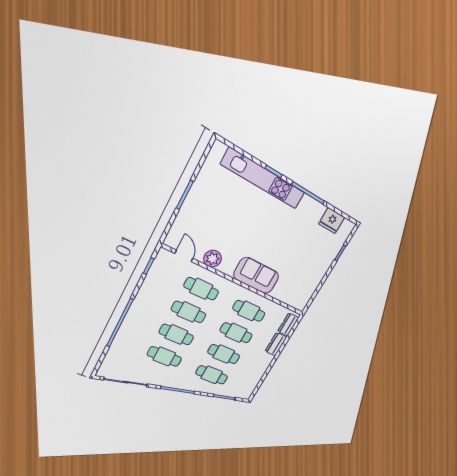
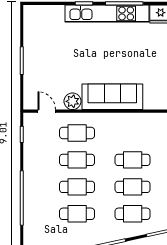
kitchen unit: (263, 179) -> (107, 13), moved
sofa: (256, 276) -> (112, 97), width x1.36
cafe table: (249, 311) -> (133, 133), removed

